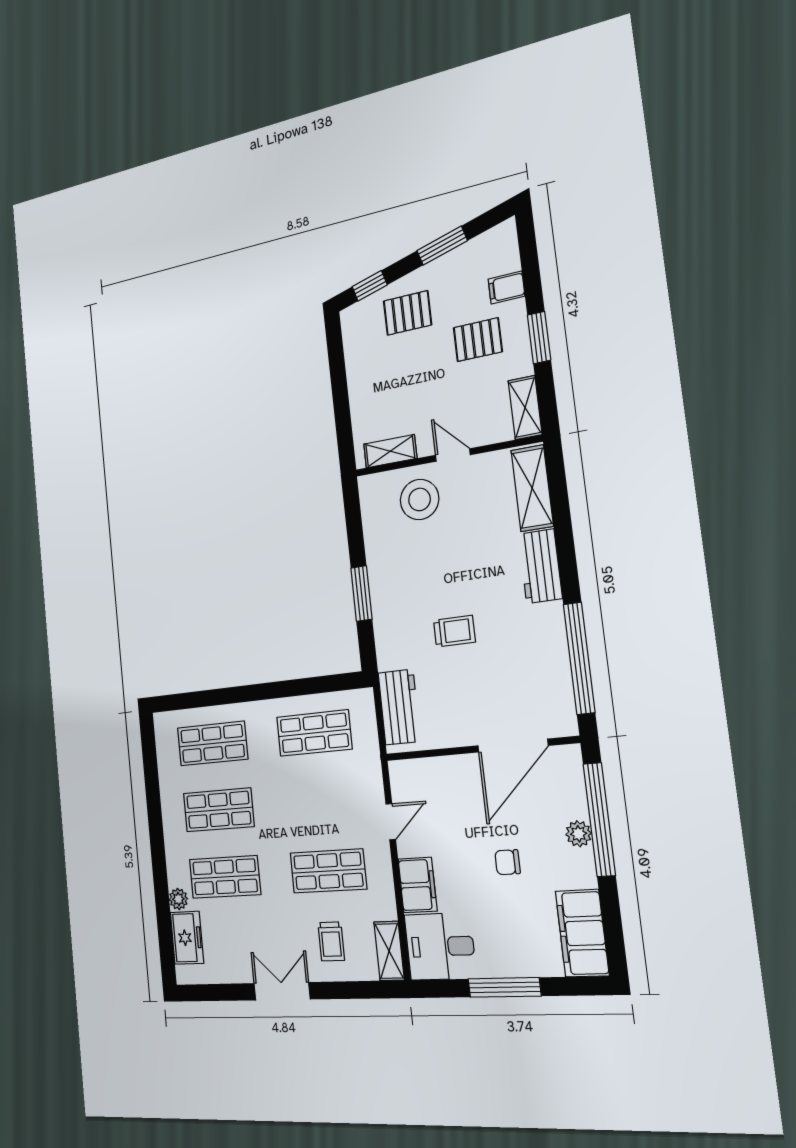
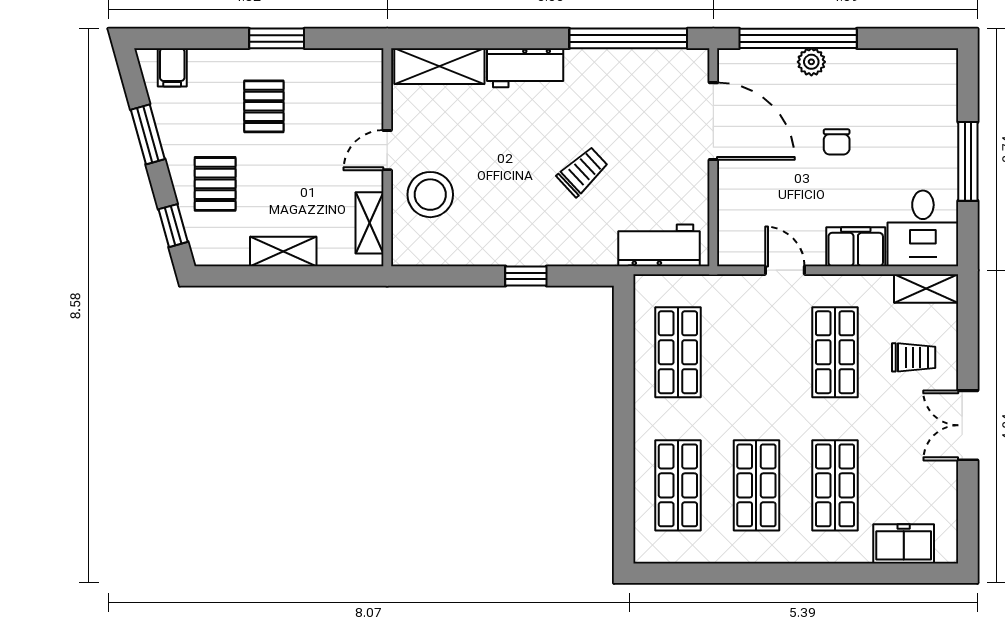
filing cabinet: (506, 288) -> (172, 67), moved
shelving: (525, 408) -> (283, 251), moved
window: (361, 594) -> (526, 276), width x0.67
trolley: (454, 631) -> (583, 172), turned 47
plant: (178, 899) -> (858, 551), removed
filing cabinet: (582, 933) -> (914, 71), removed

